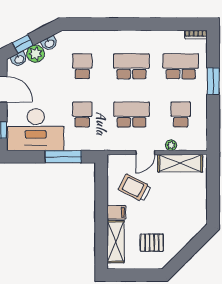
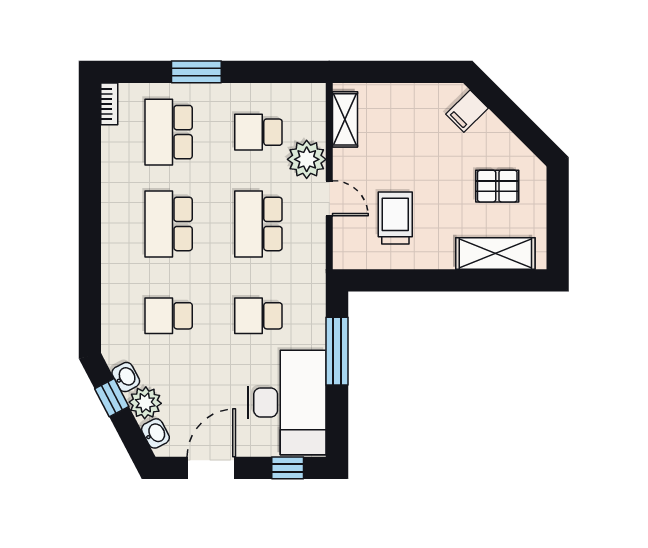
window: (23, 44) -> (112, 398), moved
plant: (171, 145) -> (307, 159), width x1.87, depth x1.87
shelving: (180, 163) -> (345, 119), width x0.67, depth x0.75
trolley: (135, 188) -> (395, 218), turned 153
filing cabinet: (116, 212) -> (467, 111), moved, turned -135
pallet: (152, 243) -> (497, 186), turned 90

